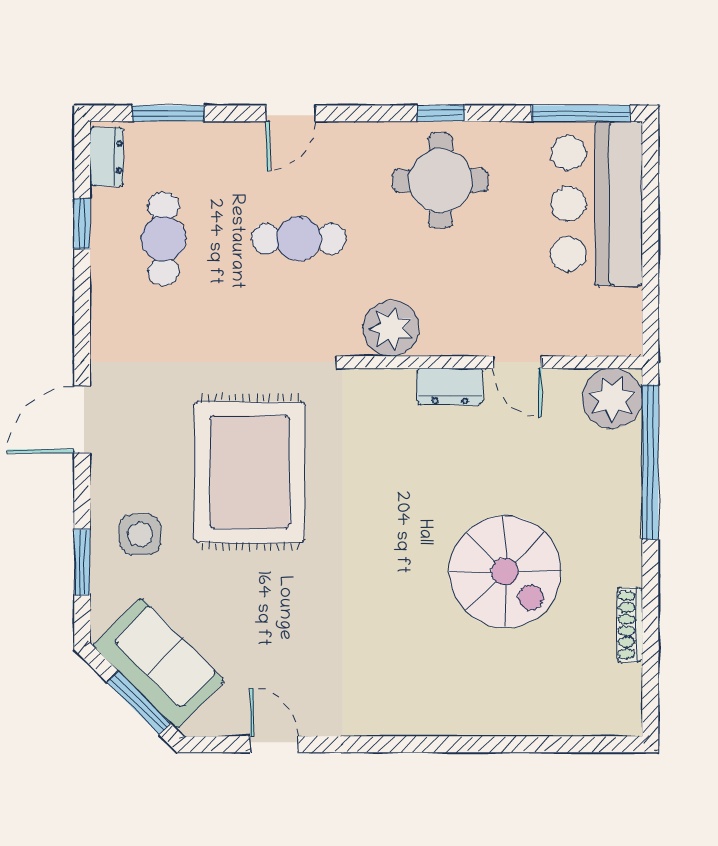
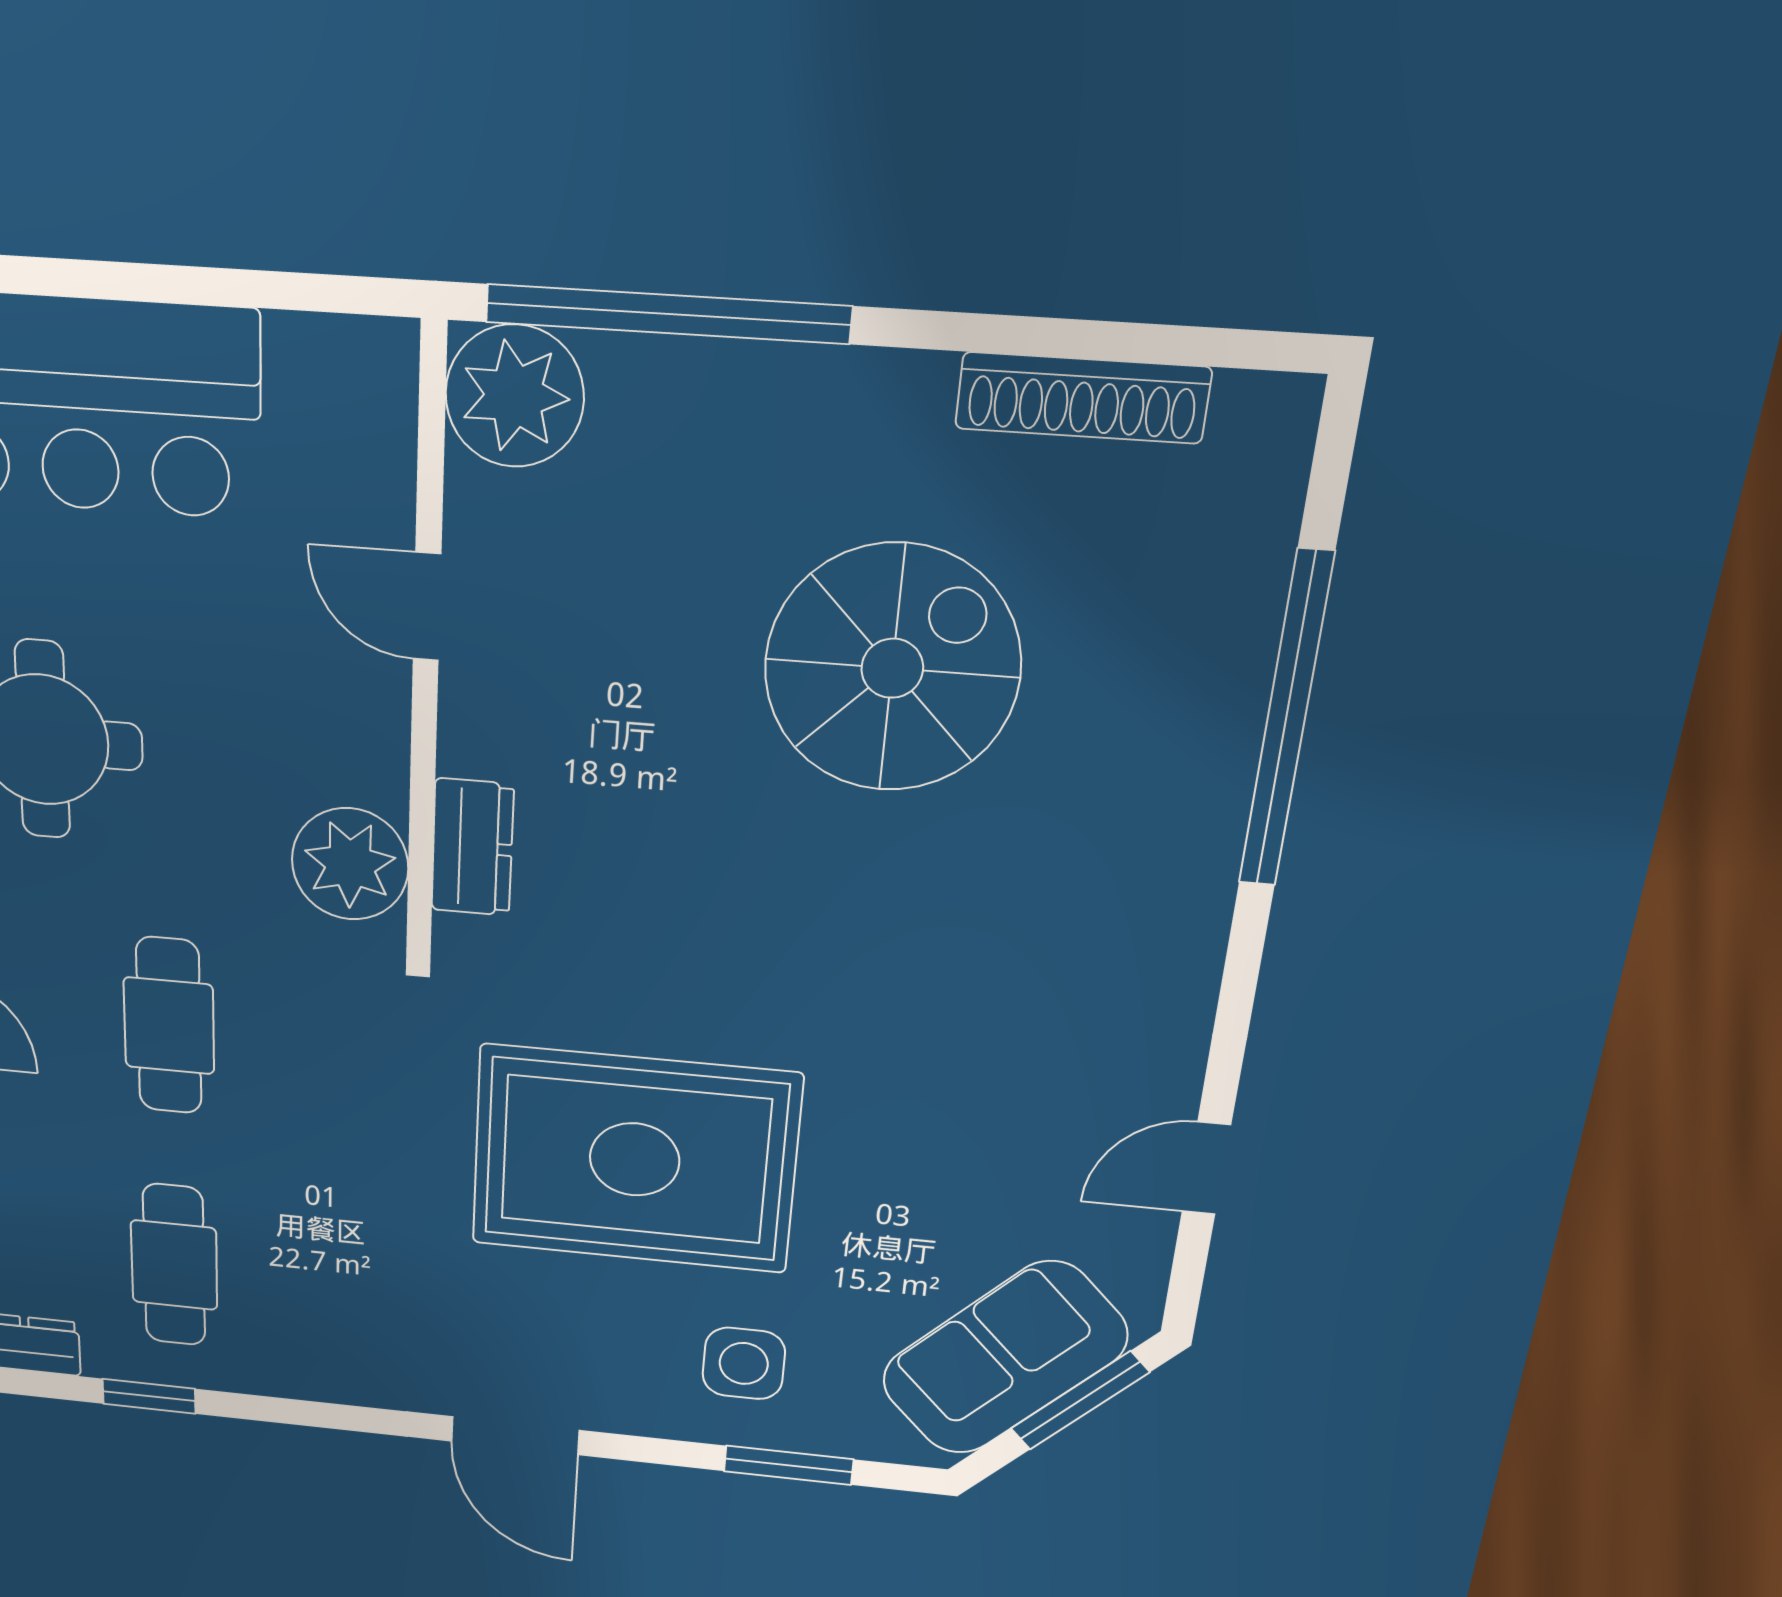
cafe table: (164, 239) -> (174, 1265), turned 90
door: (517, 362) -> (427, 607), swing flipped
dresser: (450, 386) -> (472, 847), moved
shoe rack: (630, 625) -> (1083, 398), width x1.36, depth x1.24
window: (495, 744) -> (1286, 721), added

